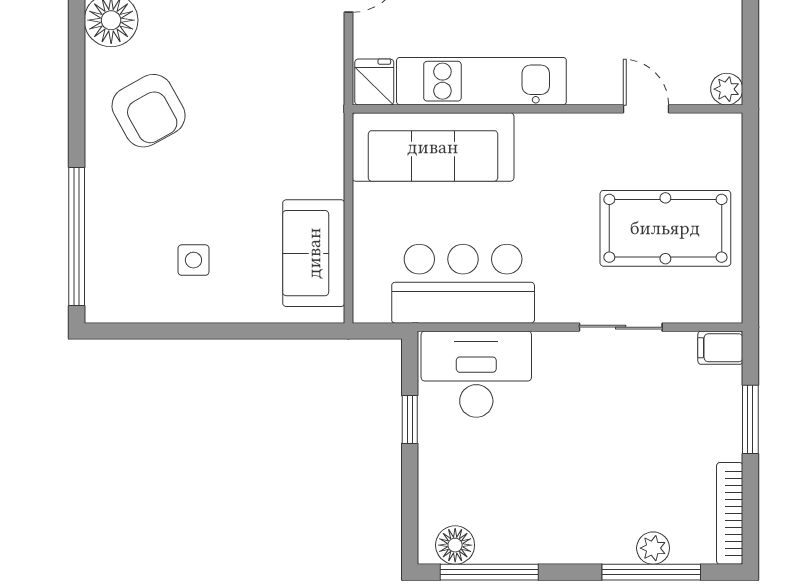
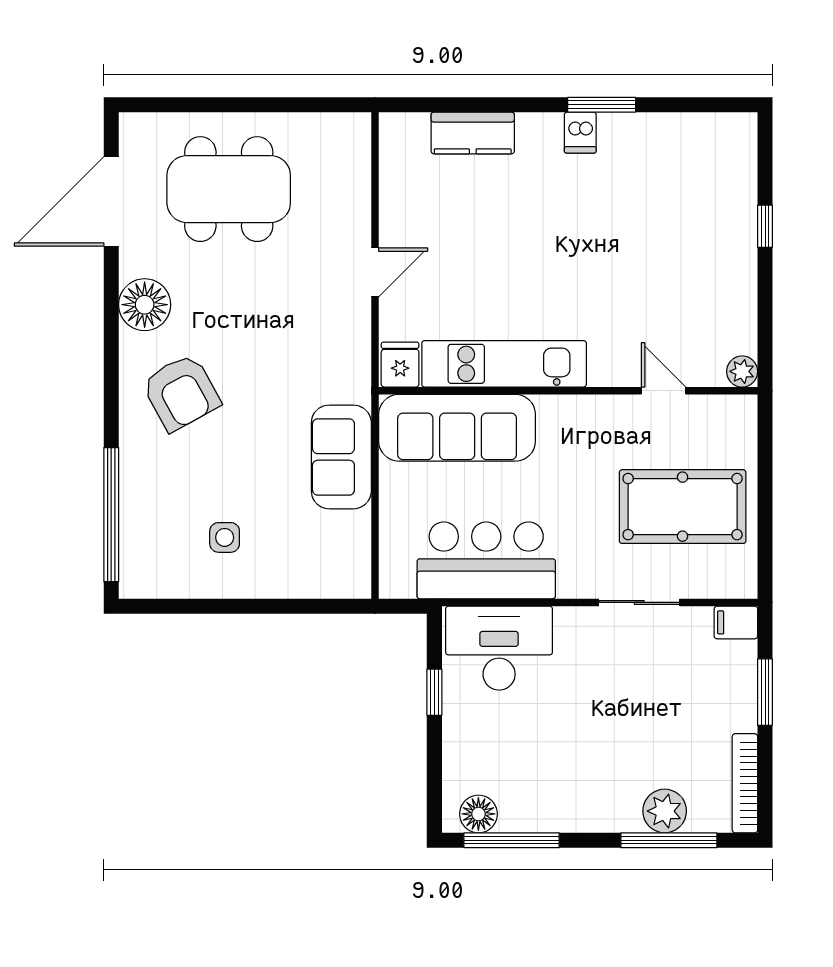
sofa: (314, 253) -> (341, 457), moved
plant: (653, 548) -> (665, 811), width x1.38, depth x1.38

